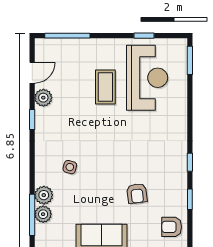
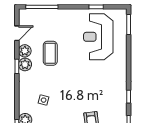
reception desk: (147, 78) -> (98, 37), turned 180
coffee table: (105, 87) -> (50, 53), moved
plant: (44, 117) -> (25, 64), added

